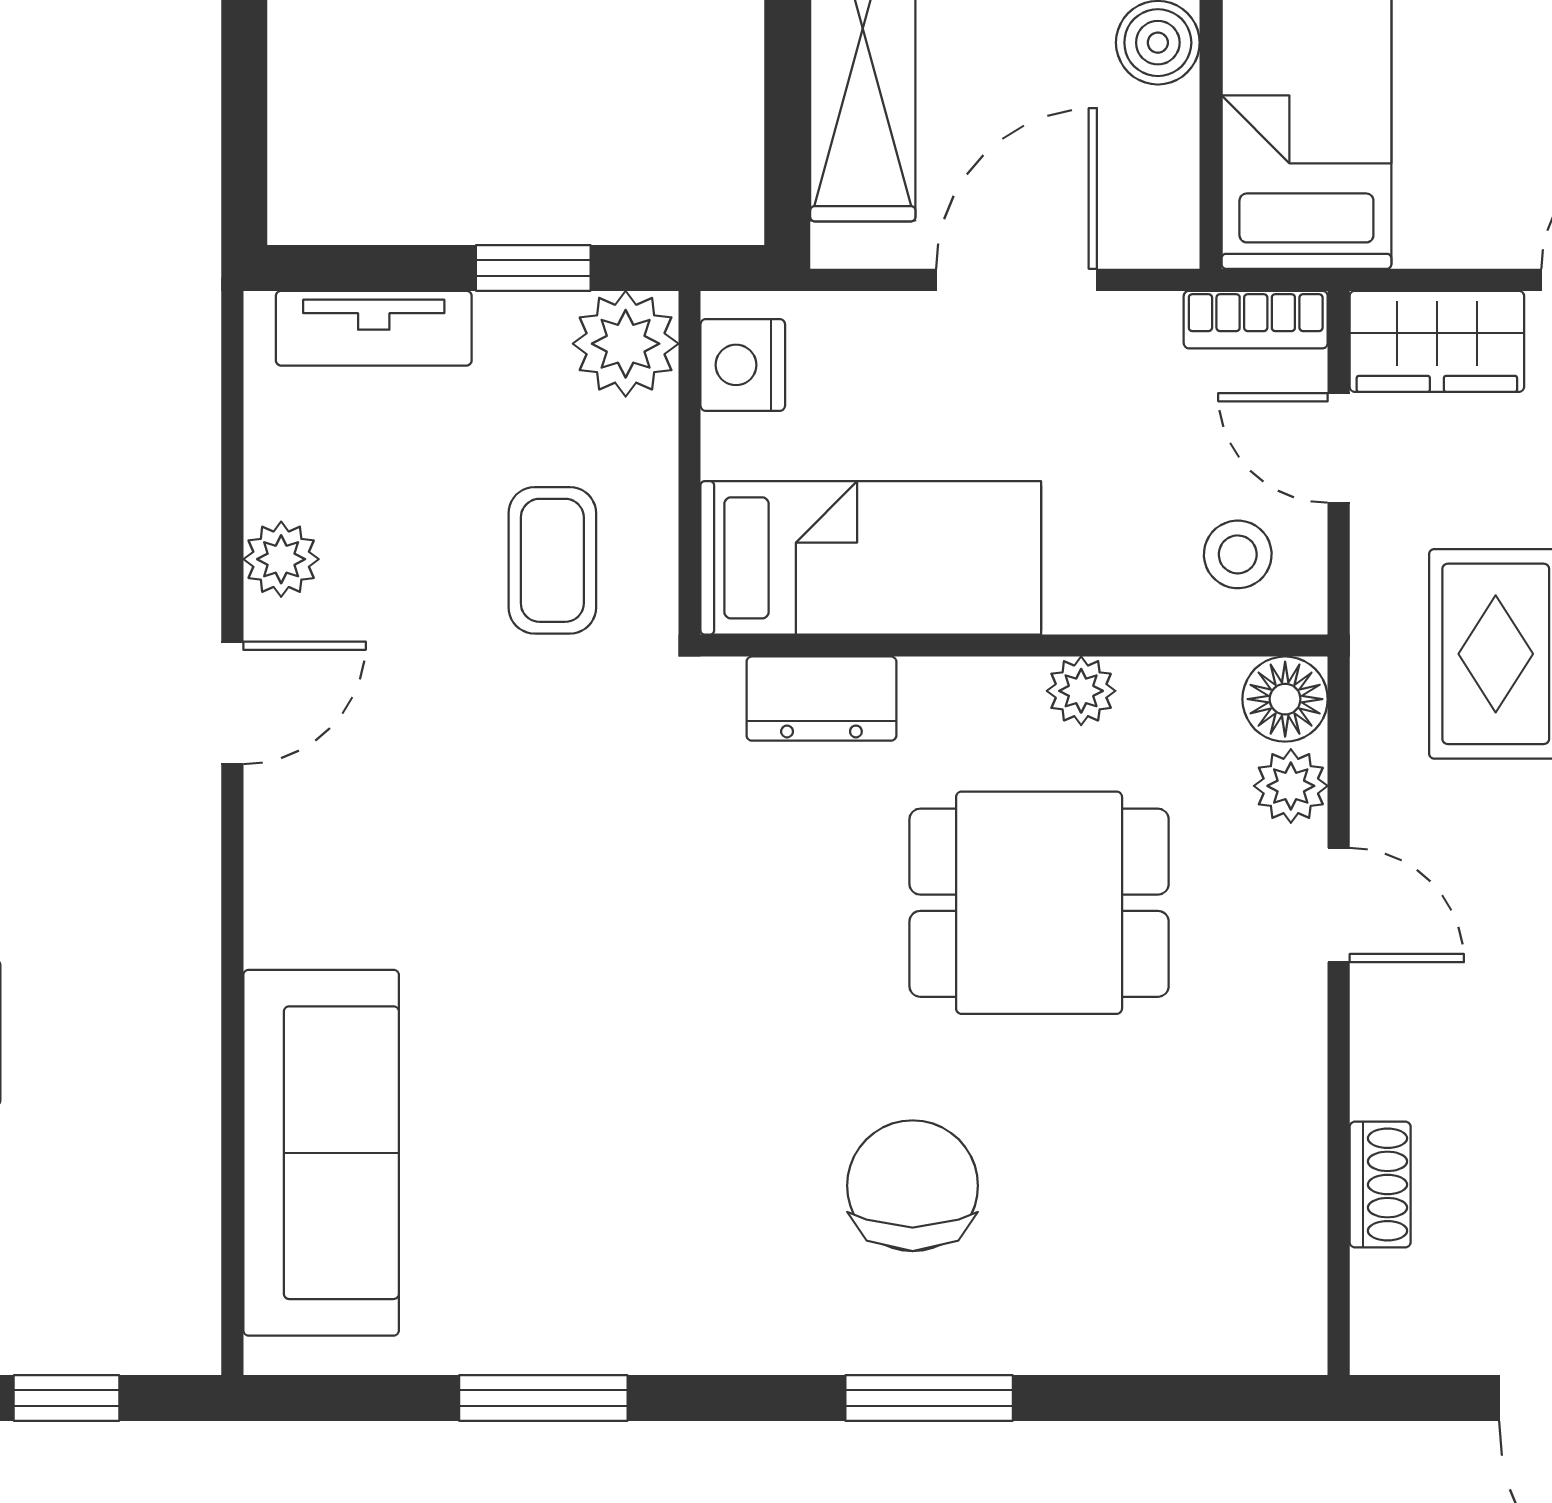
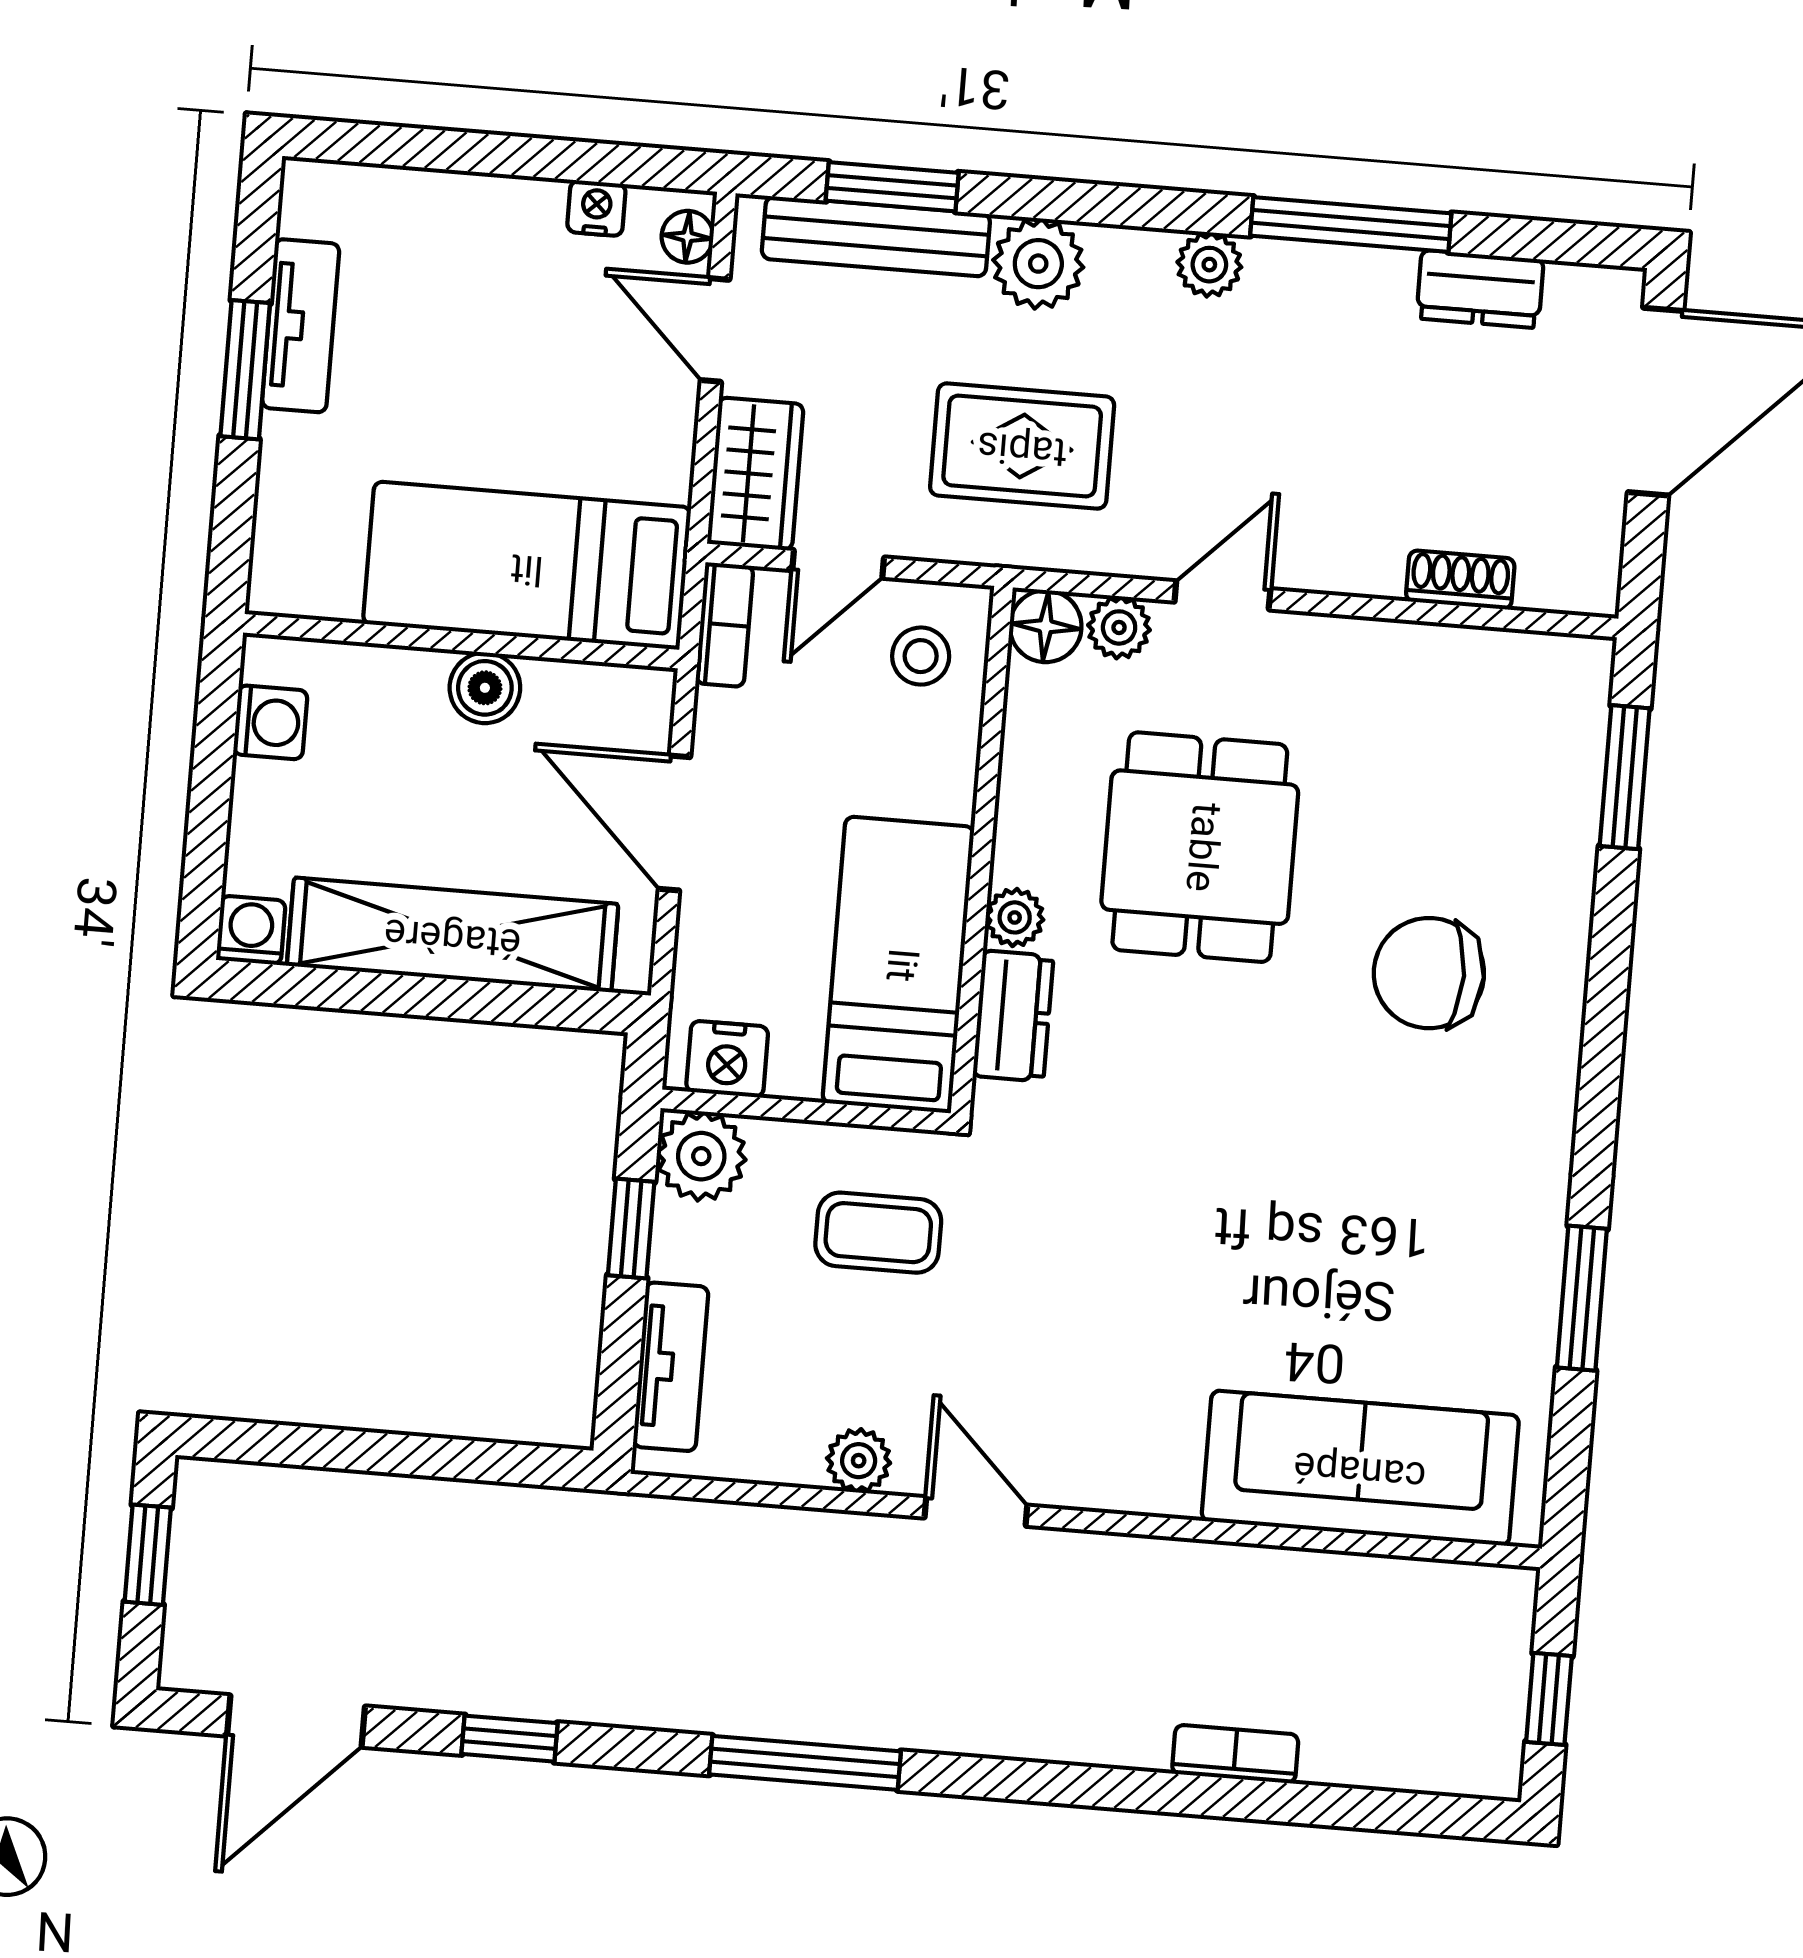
plant: (1081, 691) -> (1015, 917), moved
window: (929, 1398) -> (1625, 777), moved

